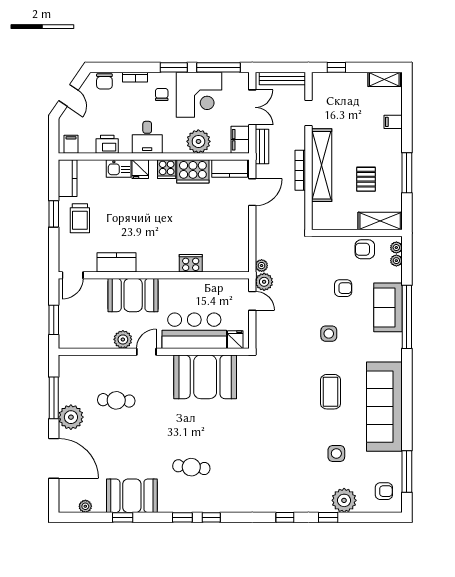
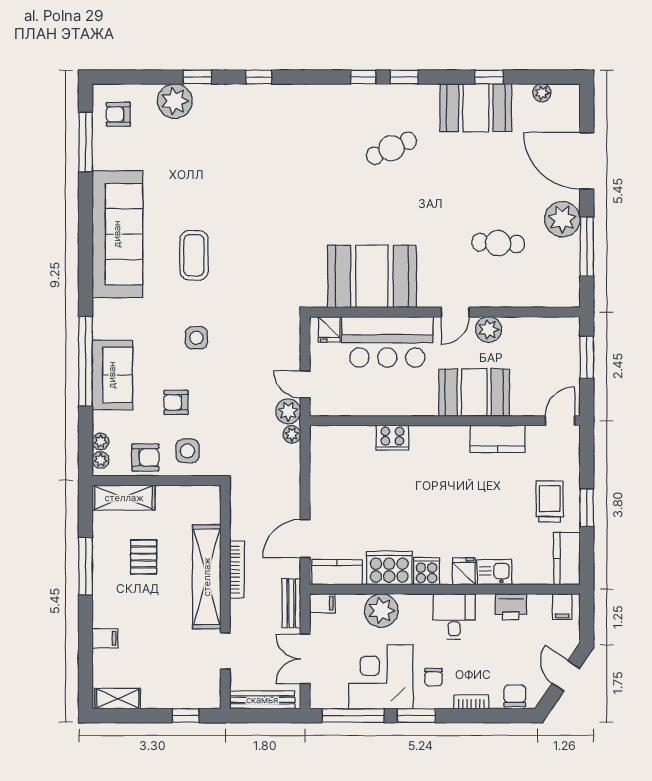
filing cabinet: (240, 140) -> (322, 603), width x0.50
side table: (336, 453) -> (187, 451), moved
cafe table: (191, 467) -> (391, 148), turned -30

